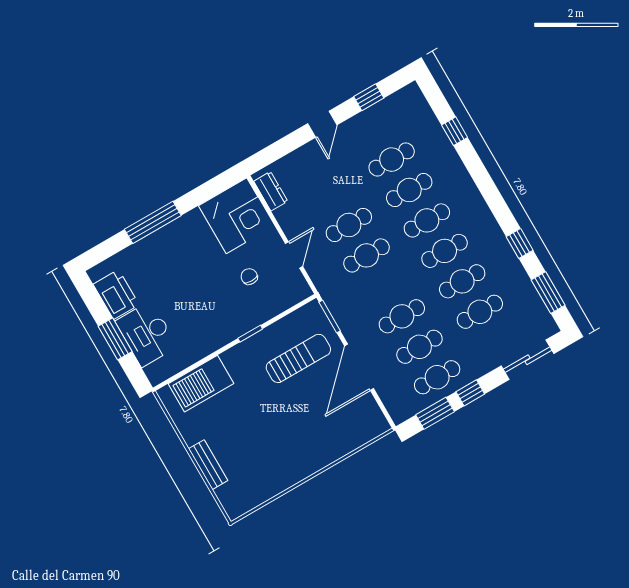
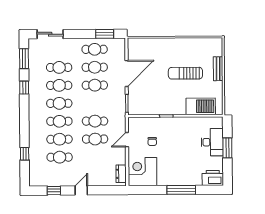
printer: (116, 294) -> (213, 178), moved, turned 90
sun lounger: (298, 358) -> (185, 73), moved
window: (470, 393) -> (84, 34), removed

